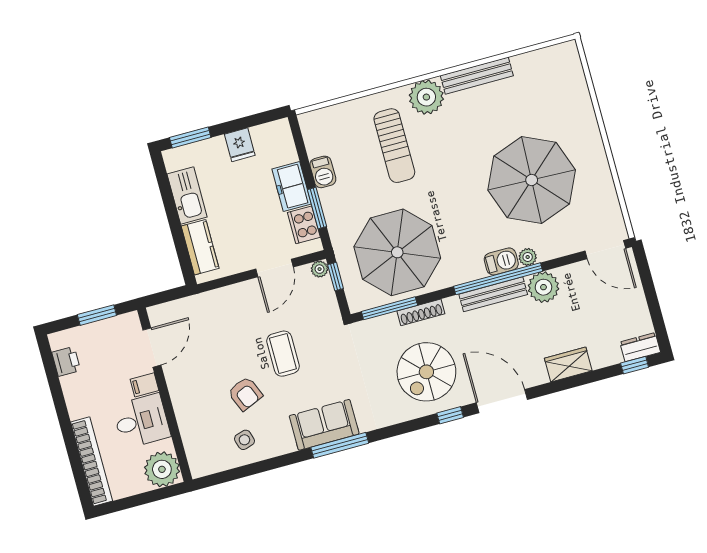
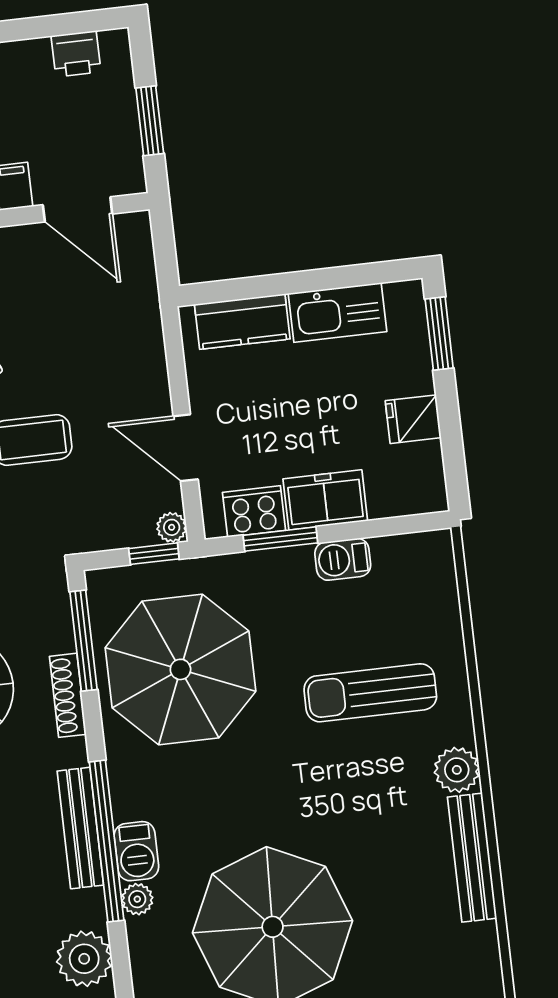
plant: (426, 97) -> (457, 770), width x0.73, depth x0.73
plant: (543, 287) -> (84, 959), moved

